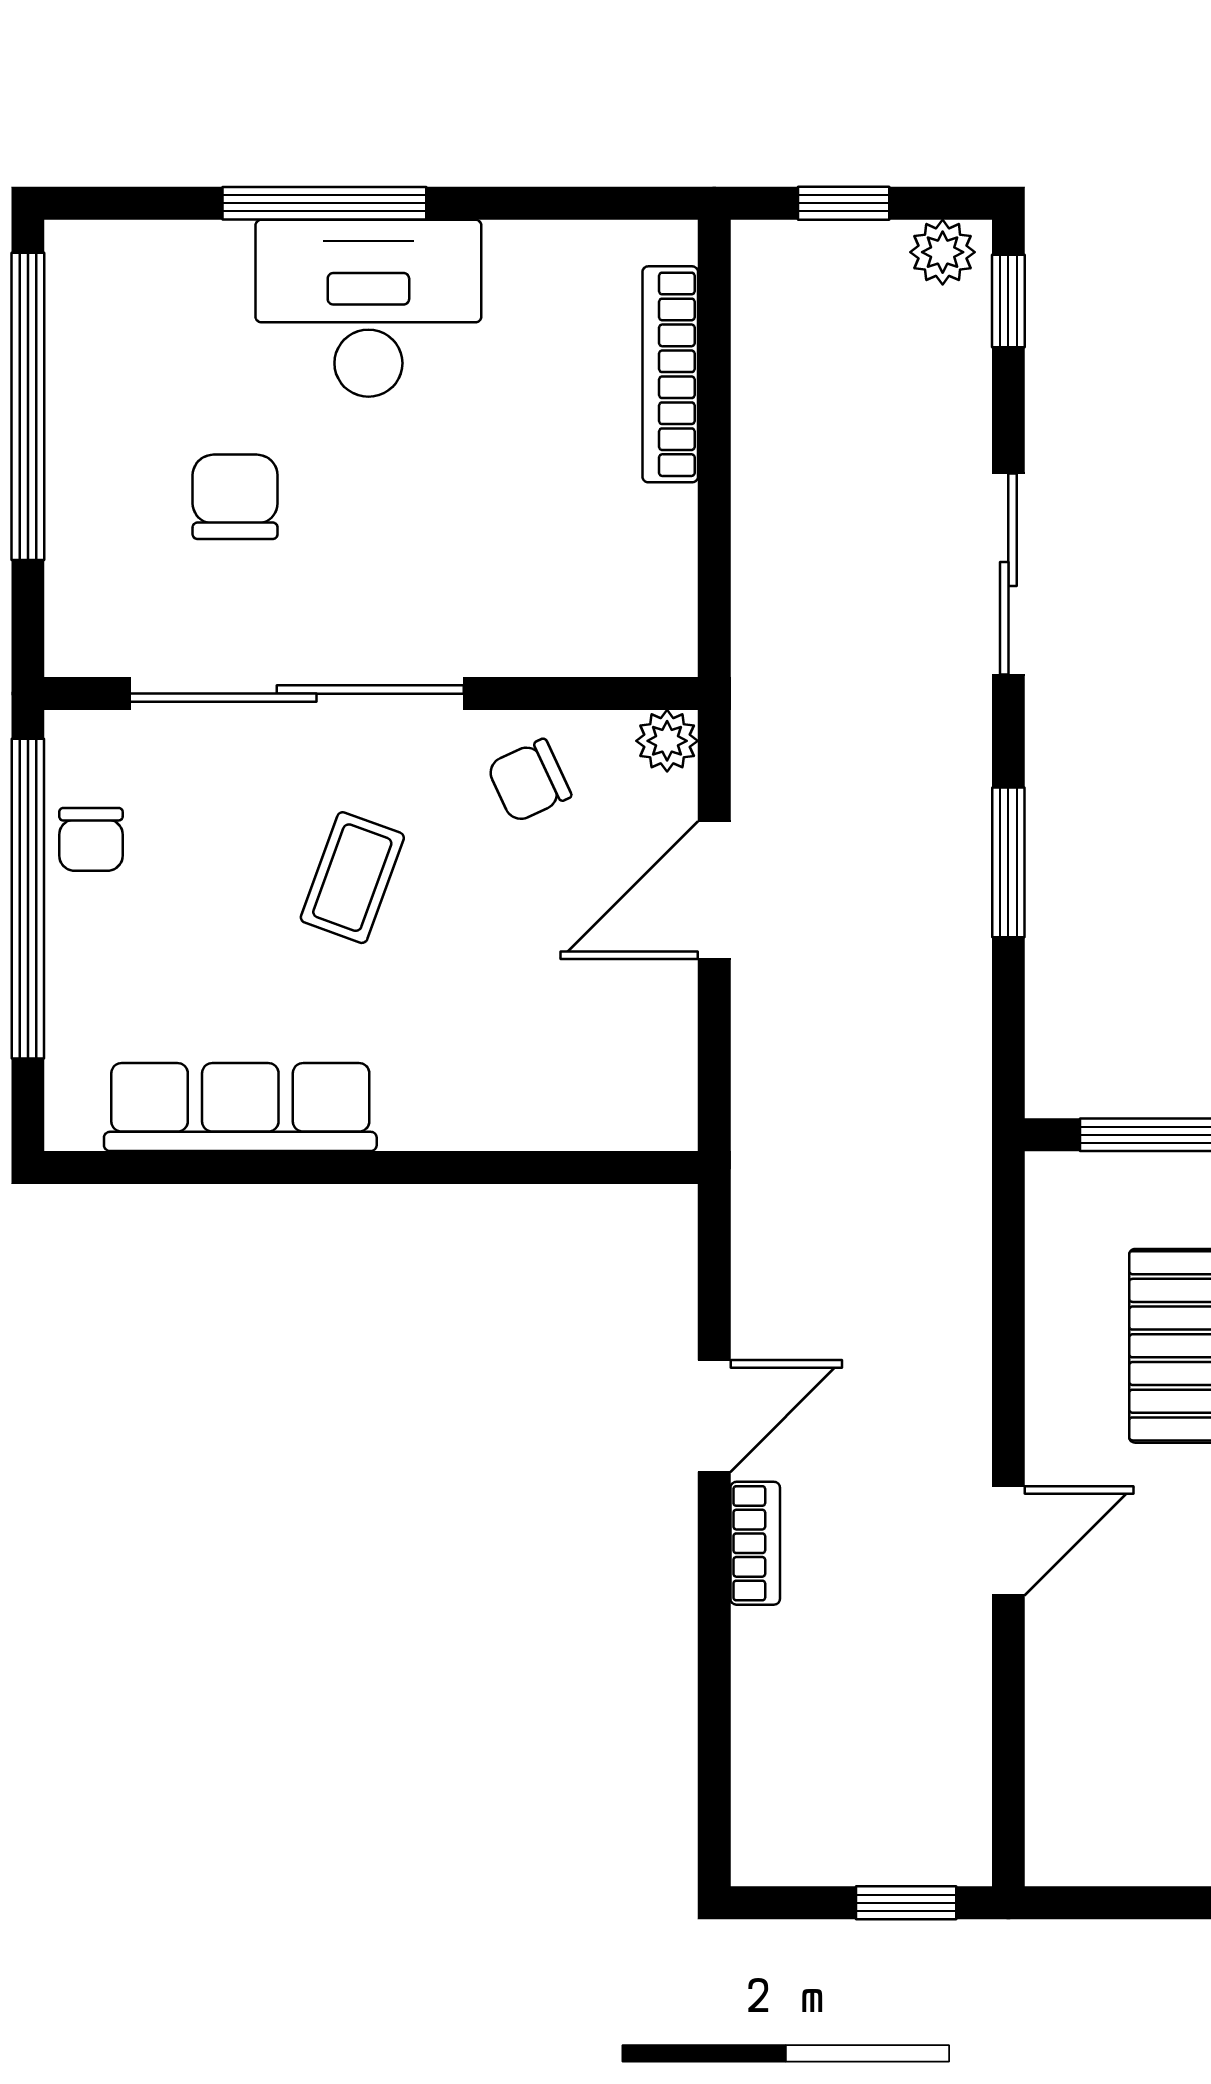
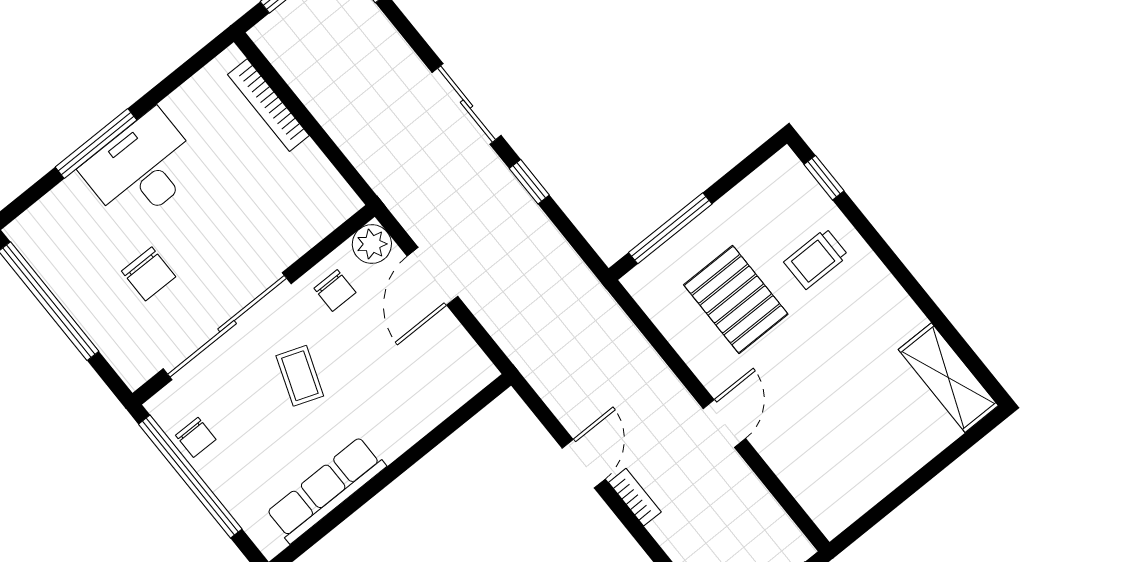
chair: (235, 497) -> (149, 274), turned 180
sliding door: (1008, 574) -> (467, 104), moved
plant: (667, 741) -> (372, 244), width x1.38, depth x1.38
chair: (529, 781) -> (335, 290), turned -65
window: (1008, 862) -> (529, 182), width x0.67

